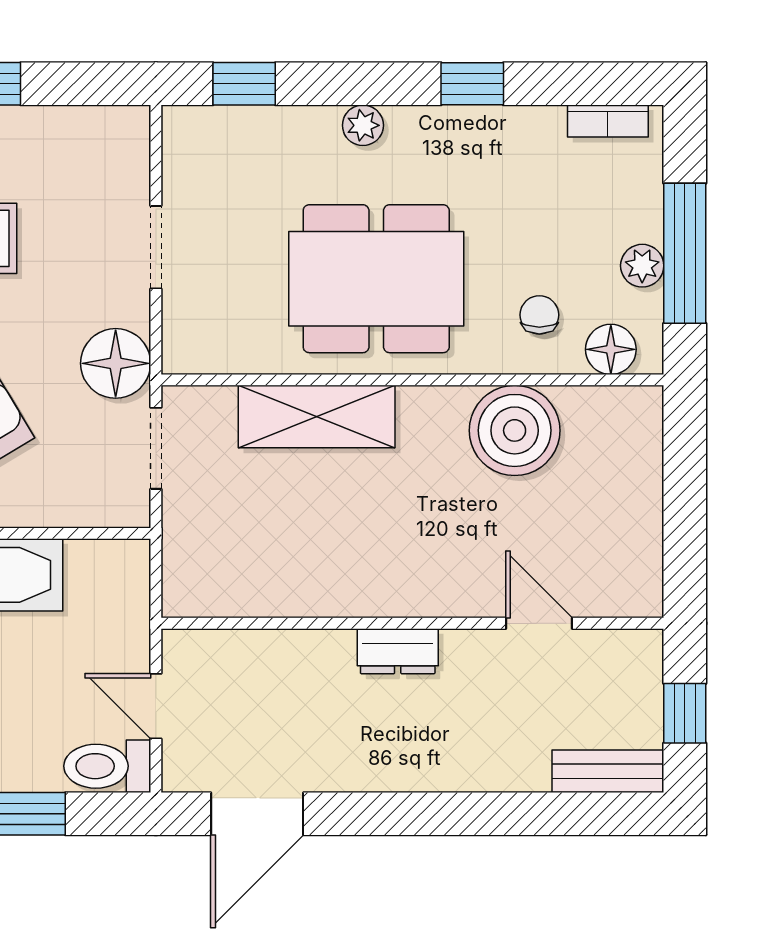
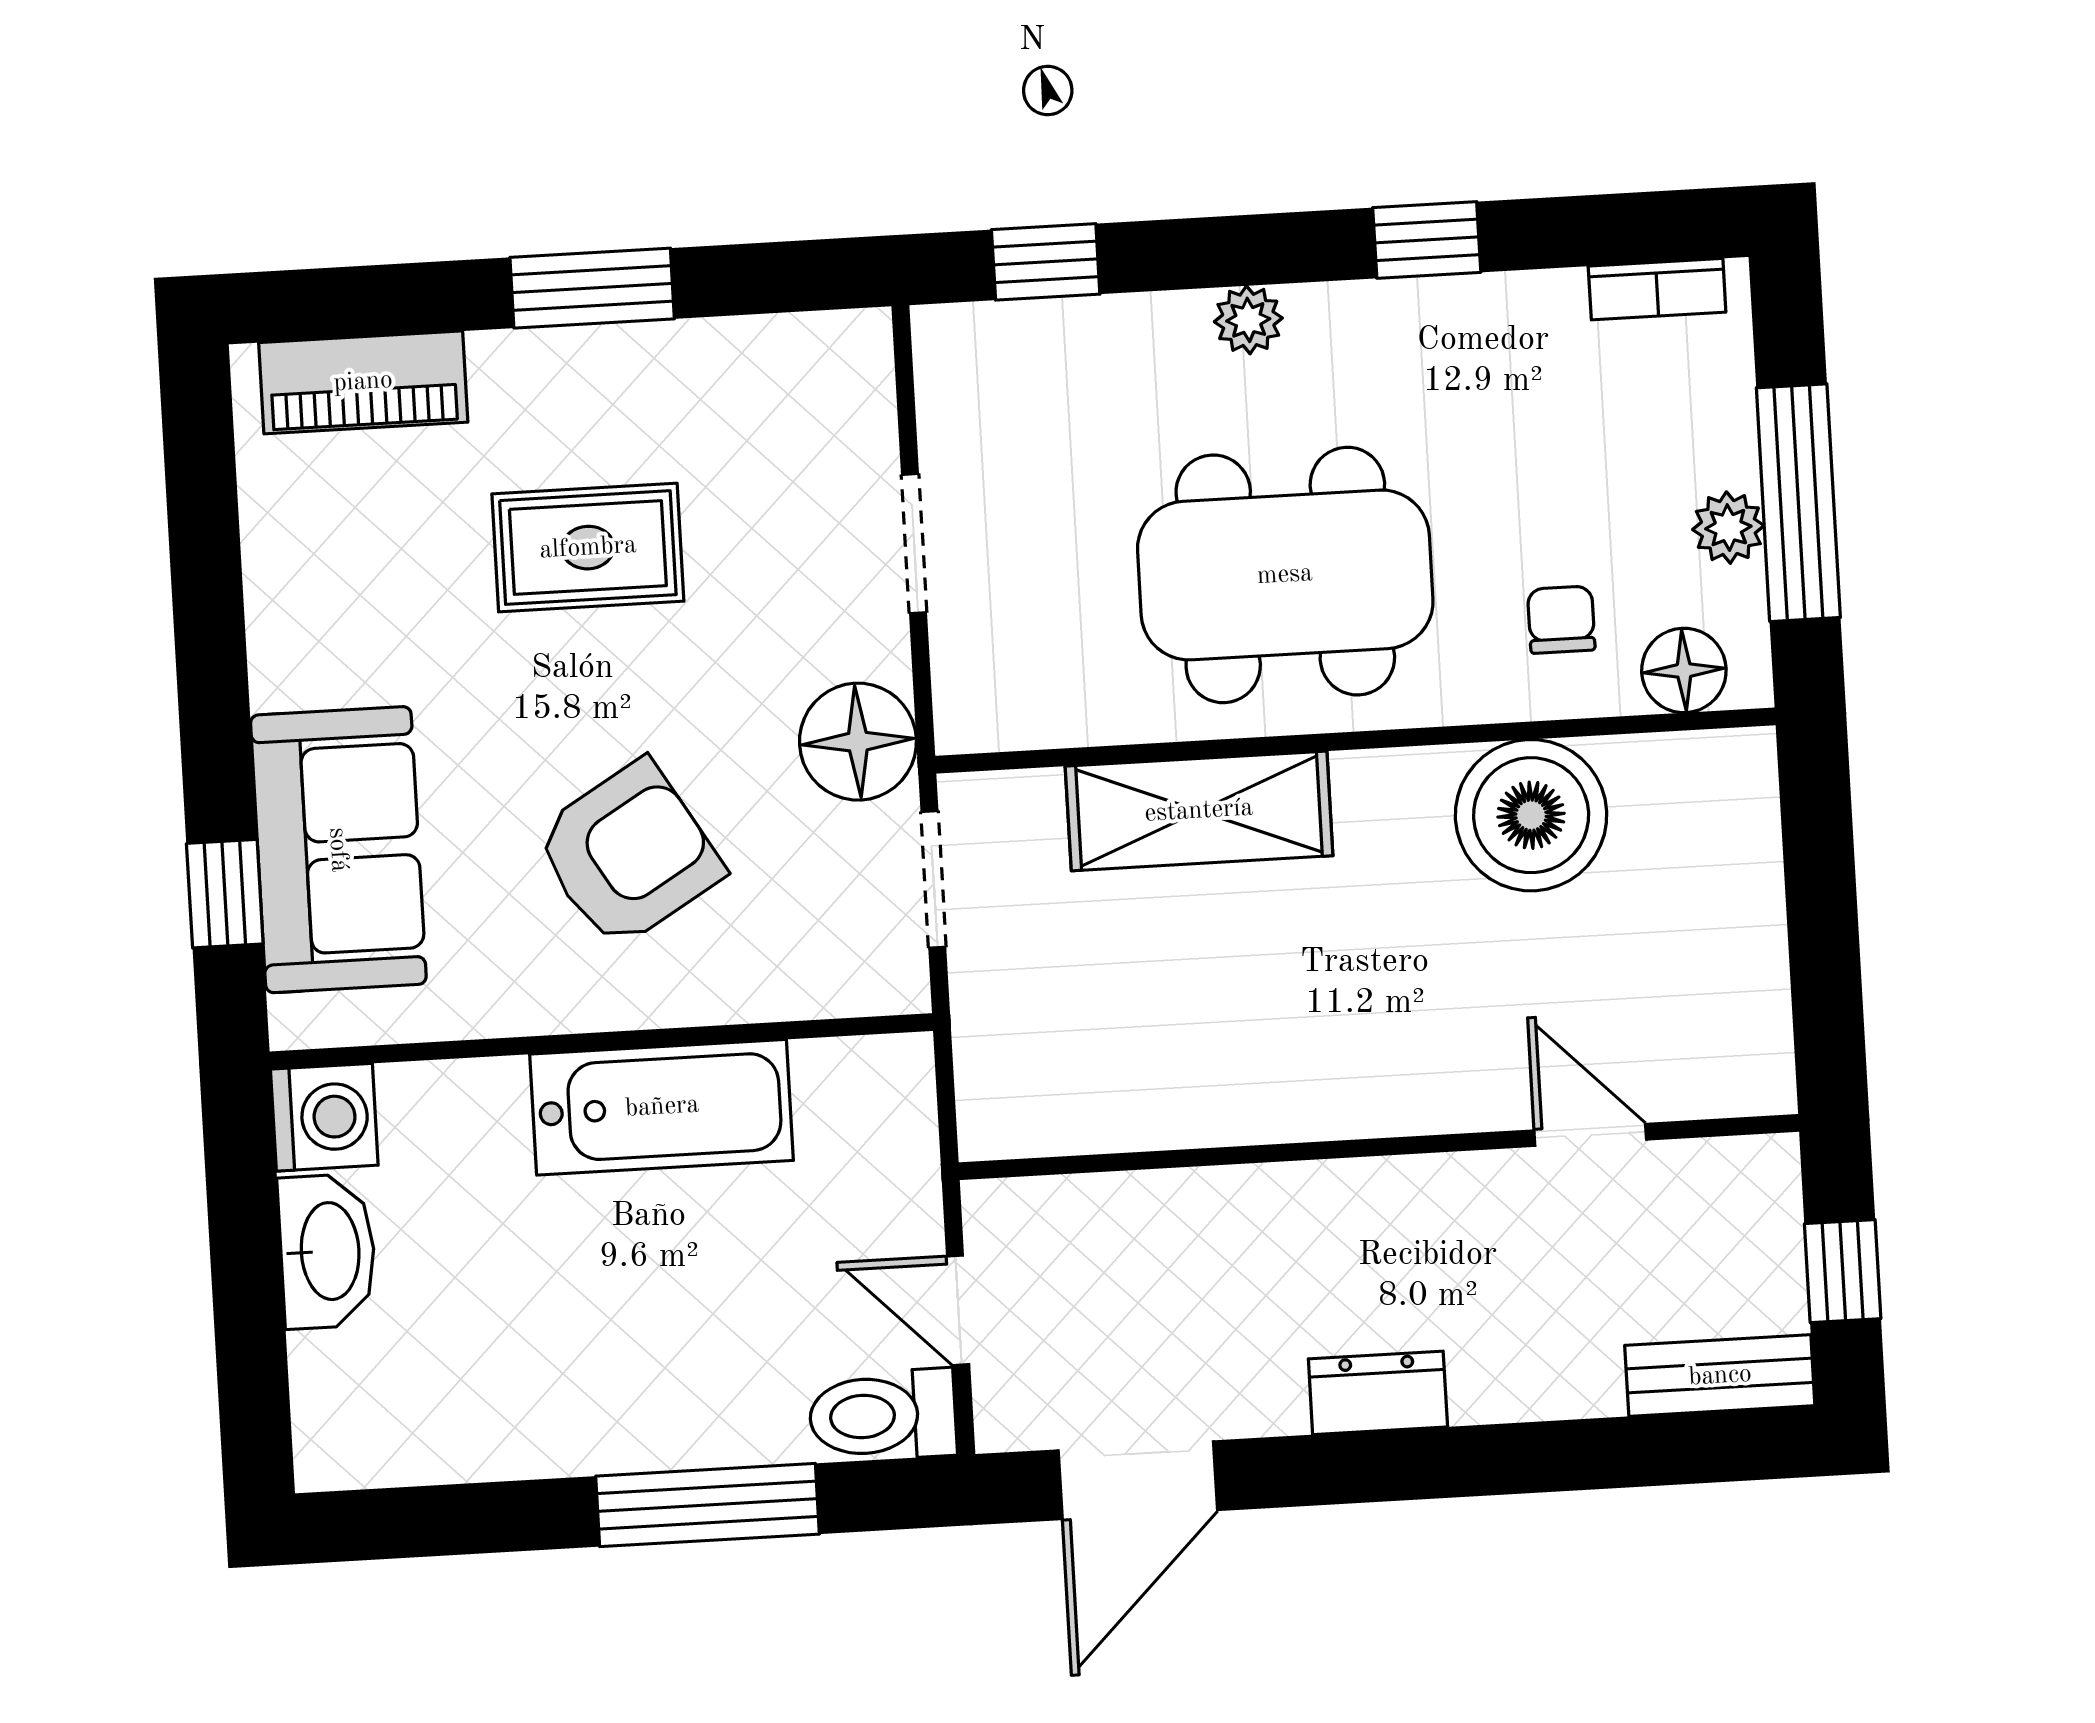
dresser: (398, 651) -> (1378, 1393), moved, turned 180

